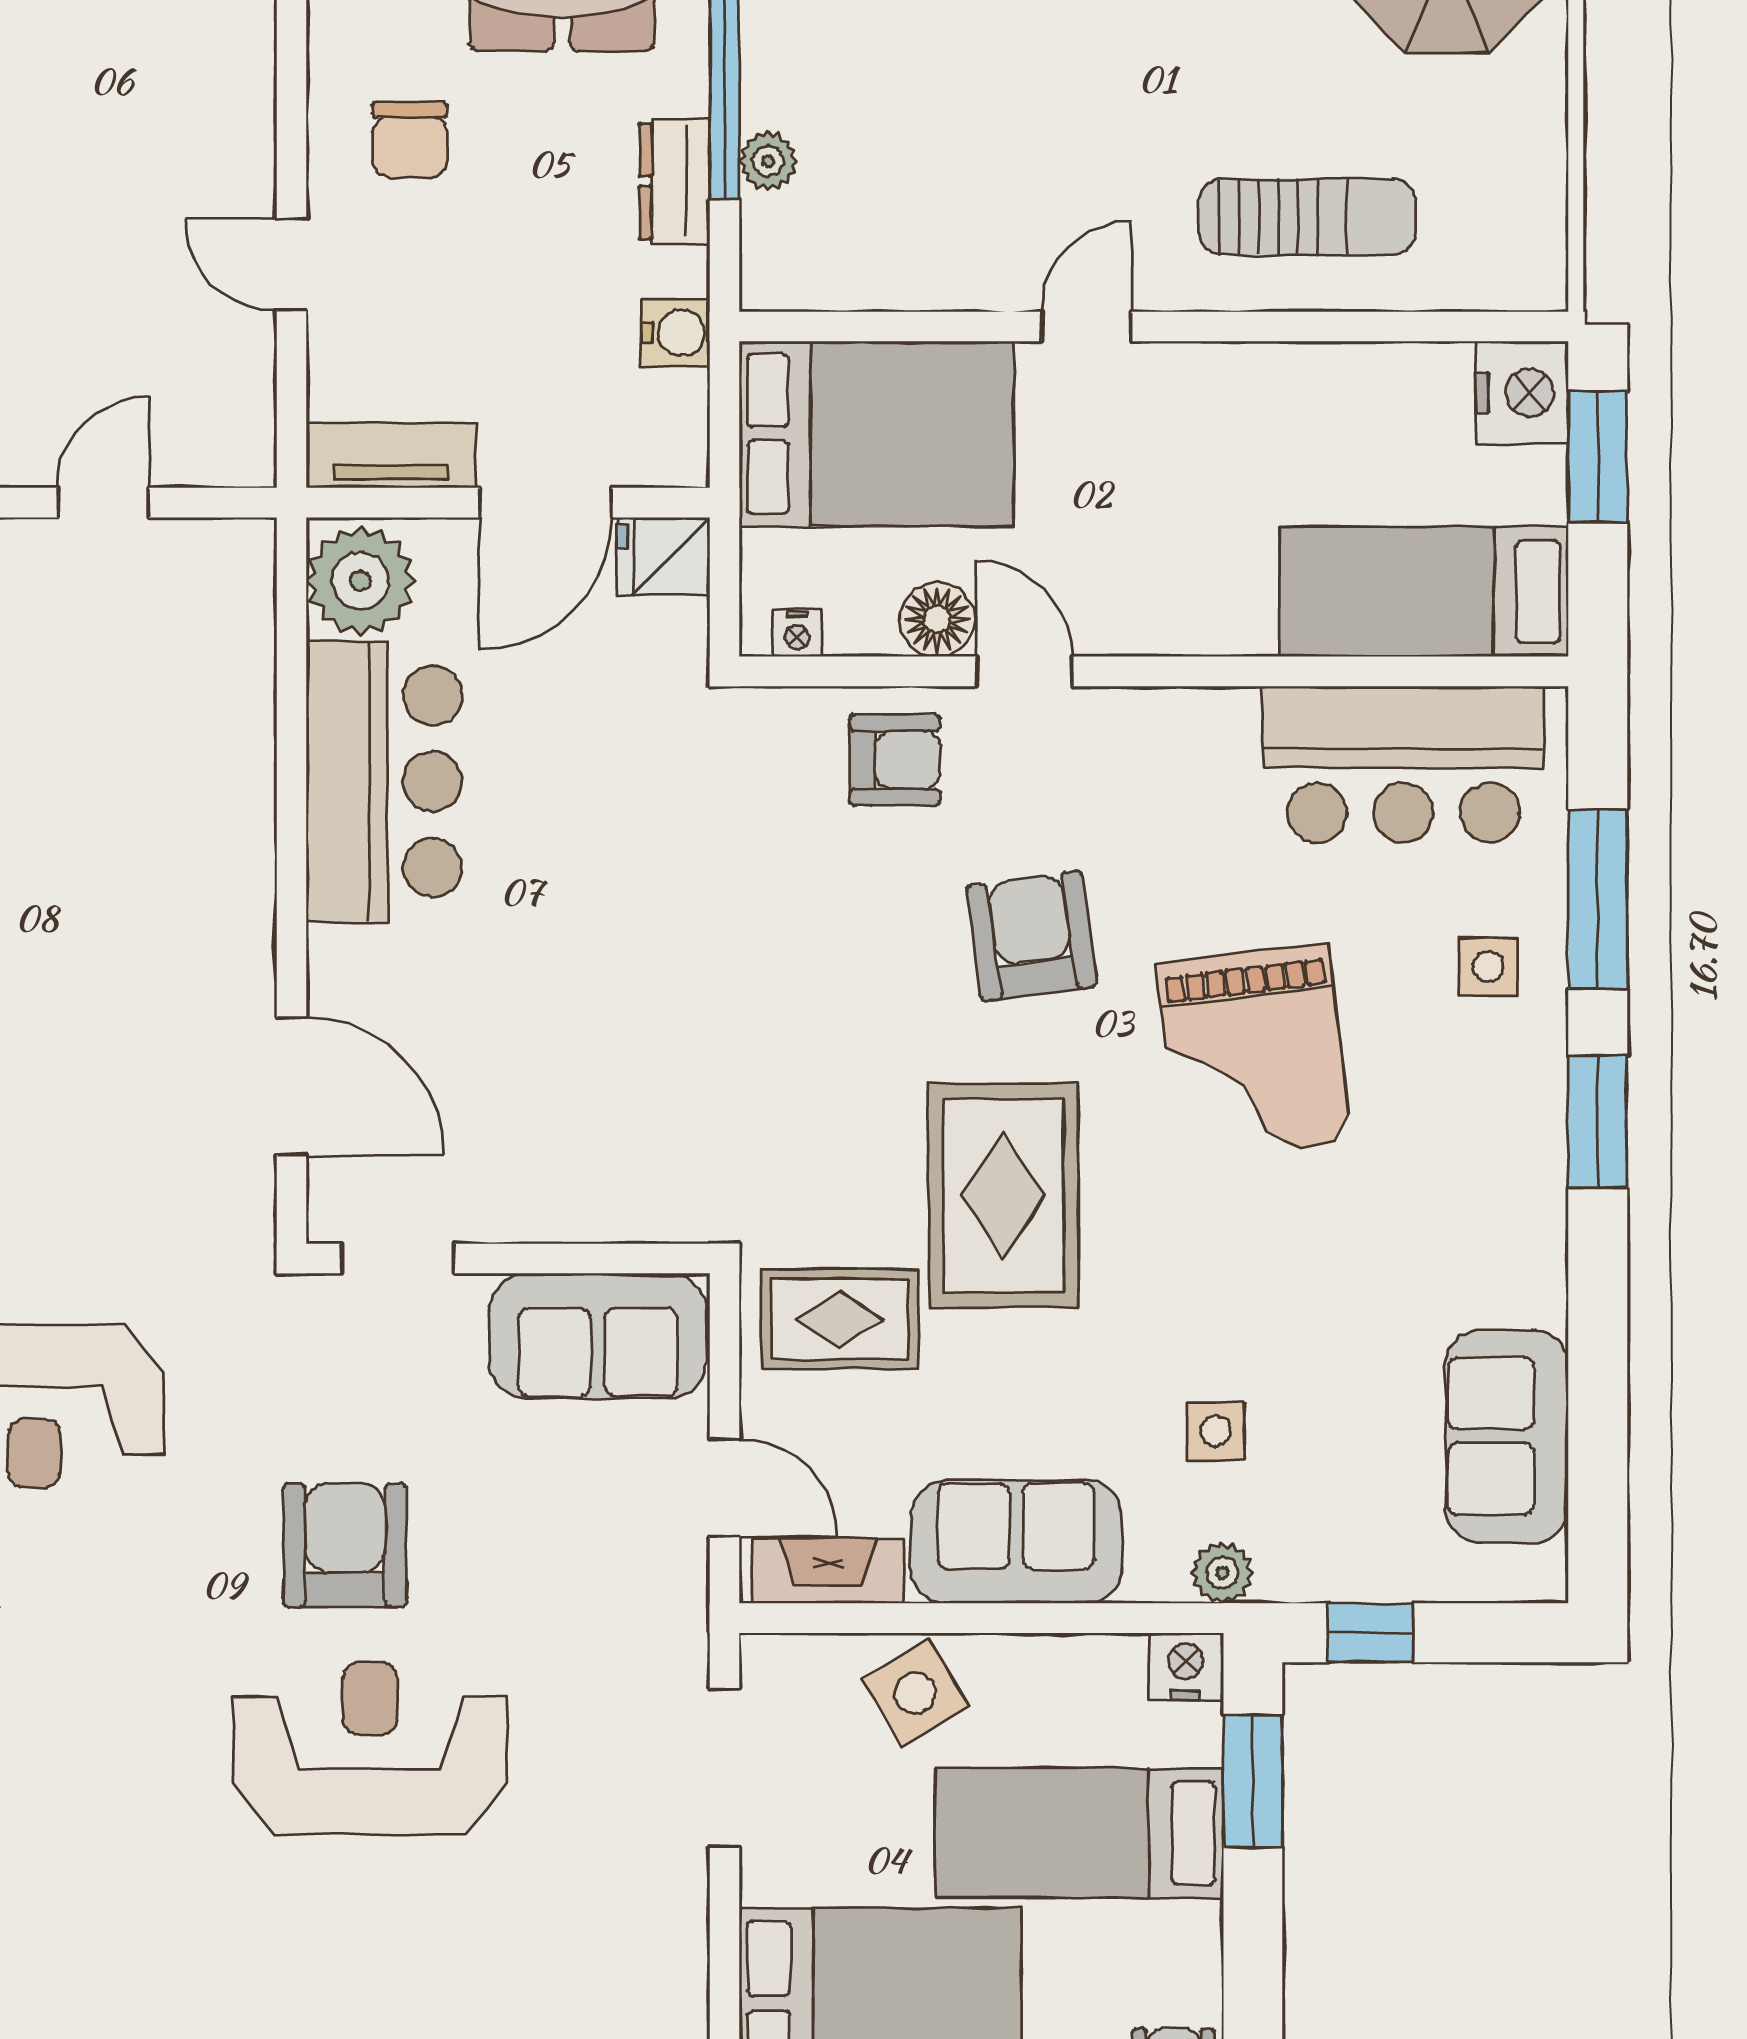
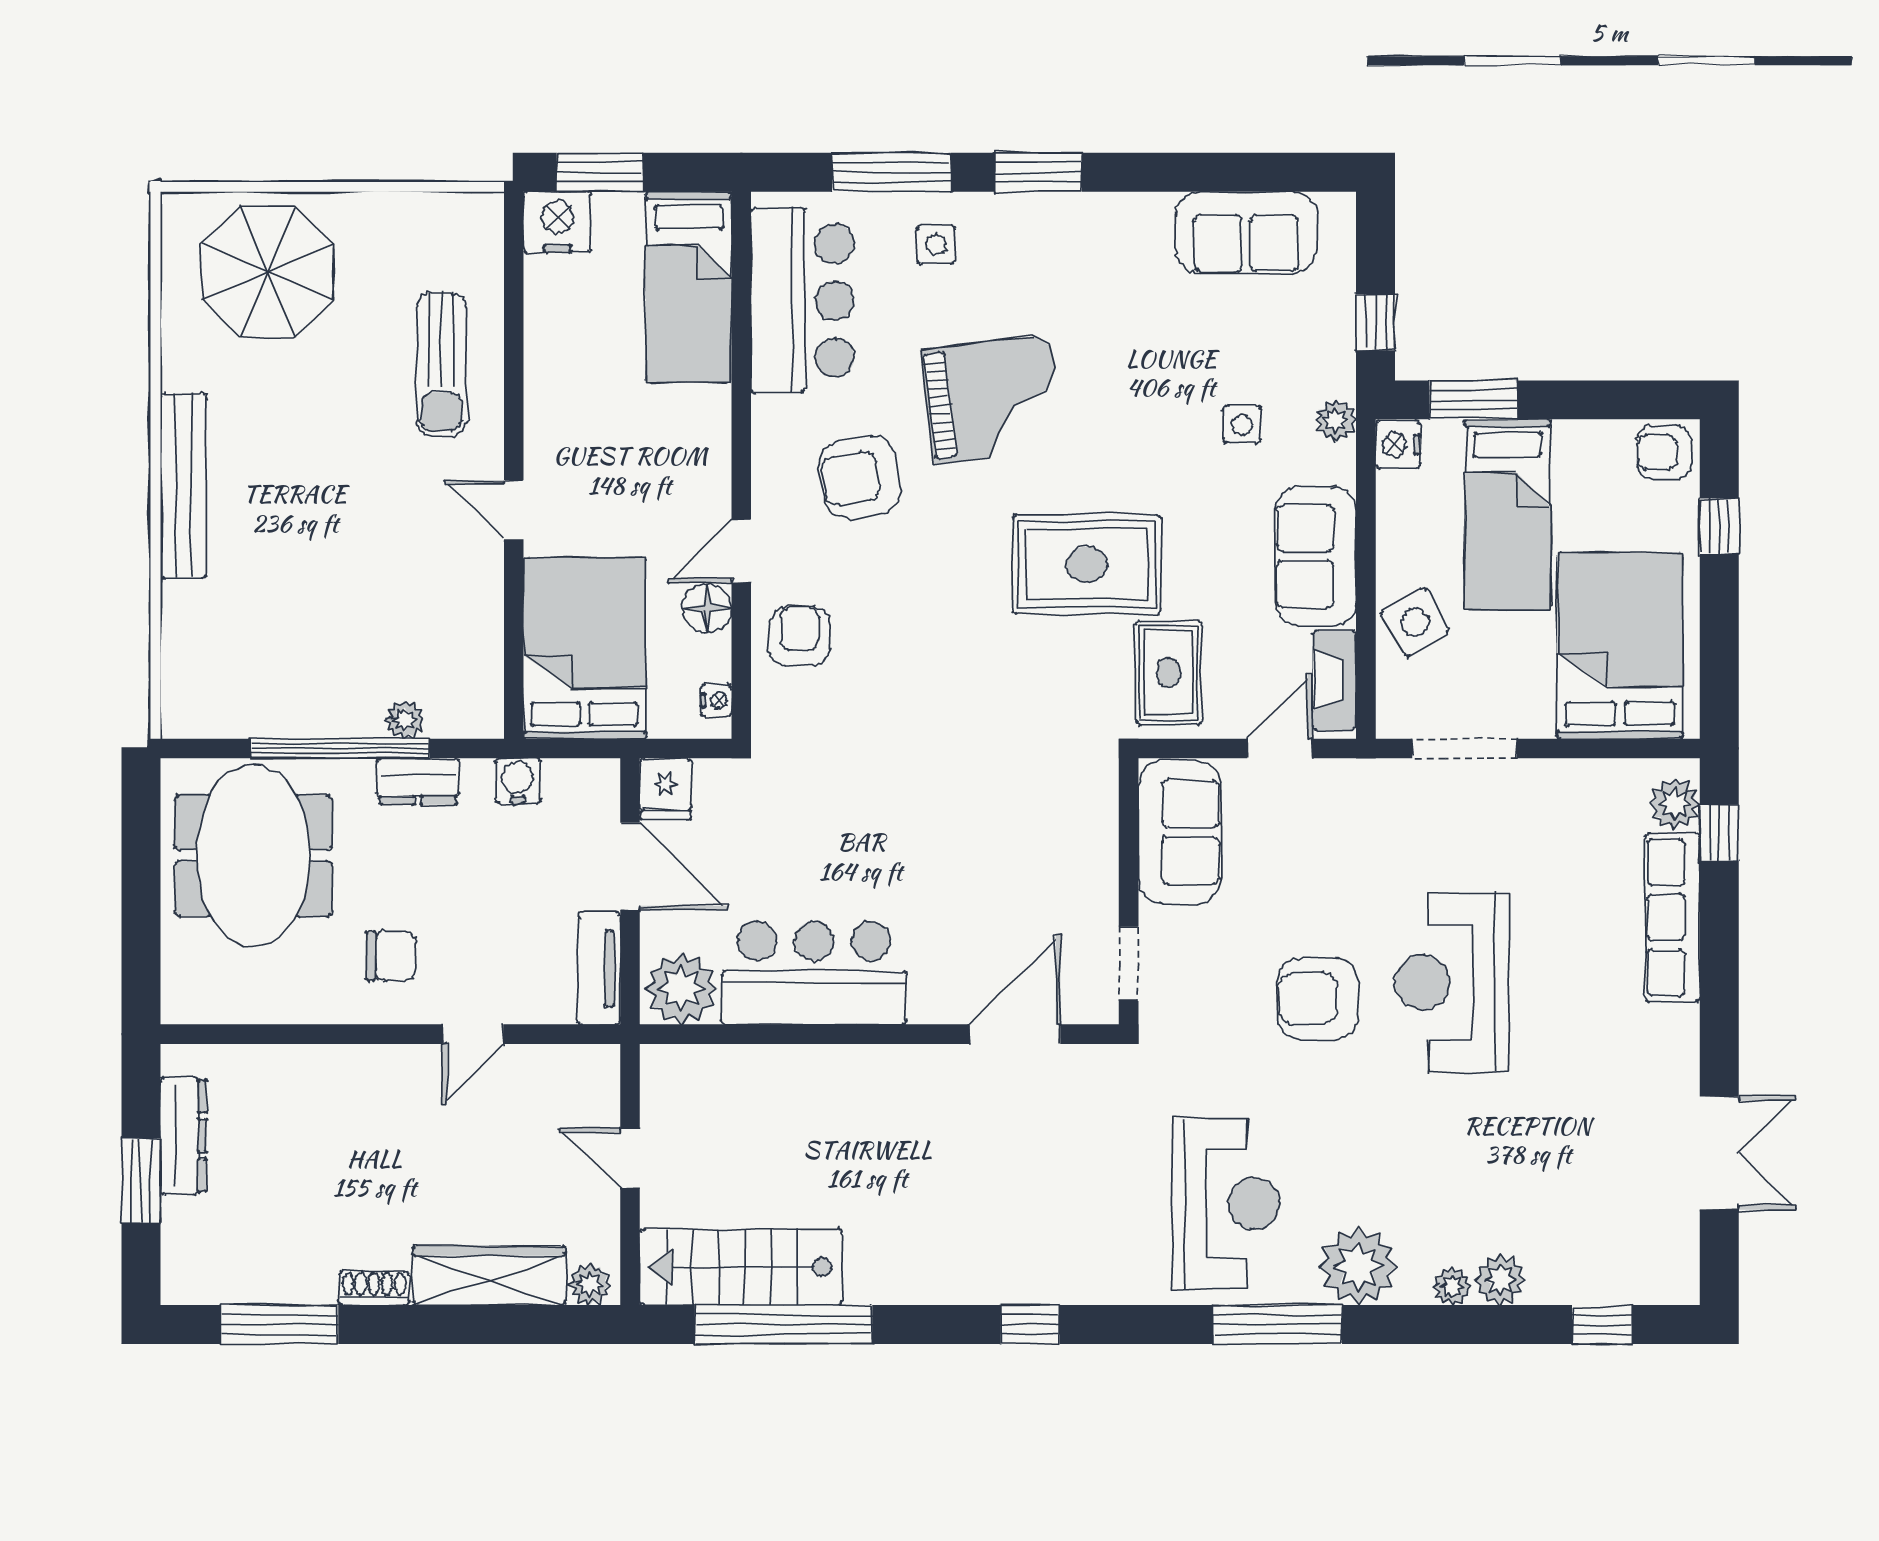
sun lounger: (1307, 217) -> (441, 364), turned 180
armchair: (1032, 936) -> (860, 477), moved

